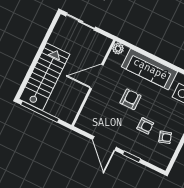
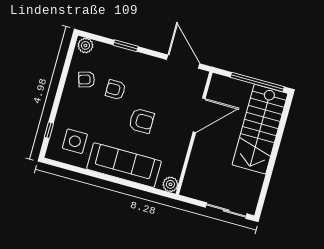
door: (97, 77) -> (199, 115), moved
armchair: (131, 99) -> (141, 121), turned -90
door: (104, 143) -> (183, 62), moved
plant: (161, 163) -> (85, 45), added

